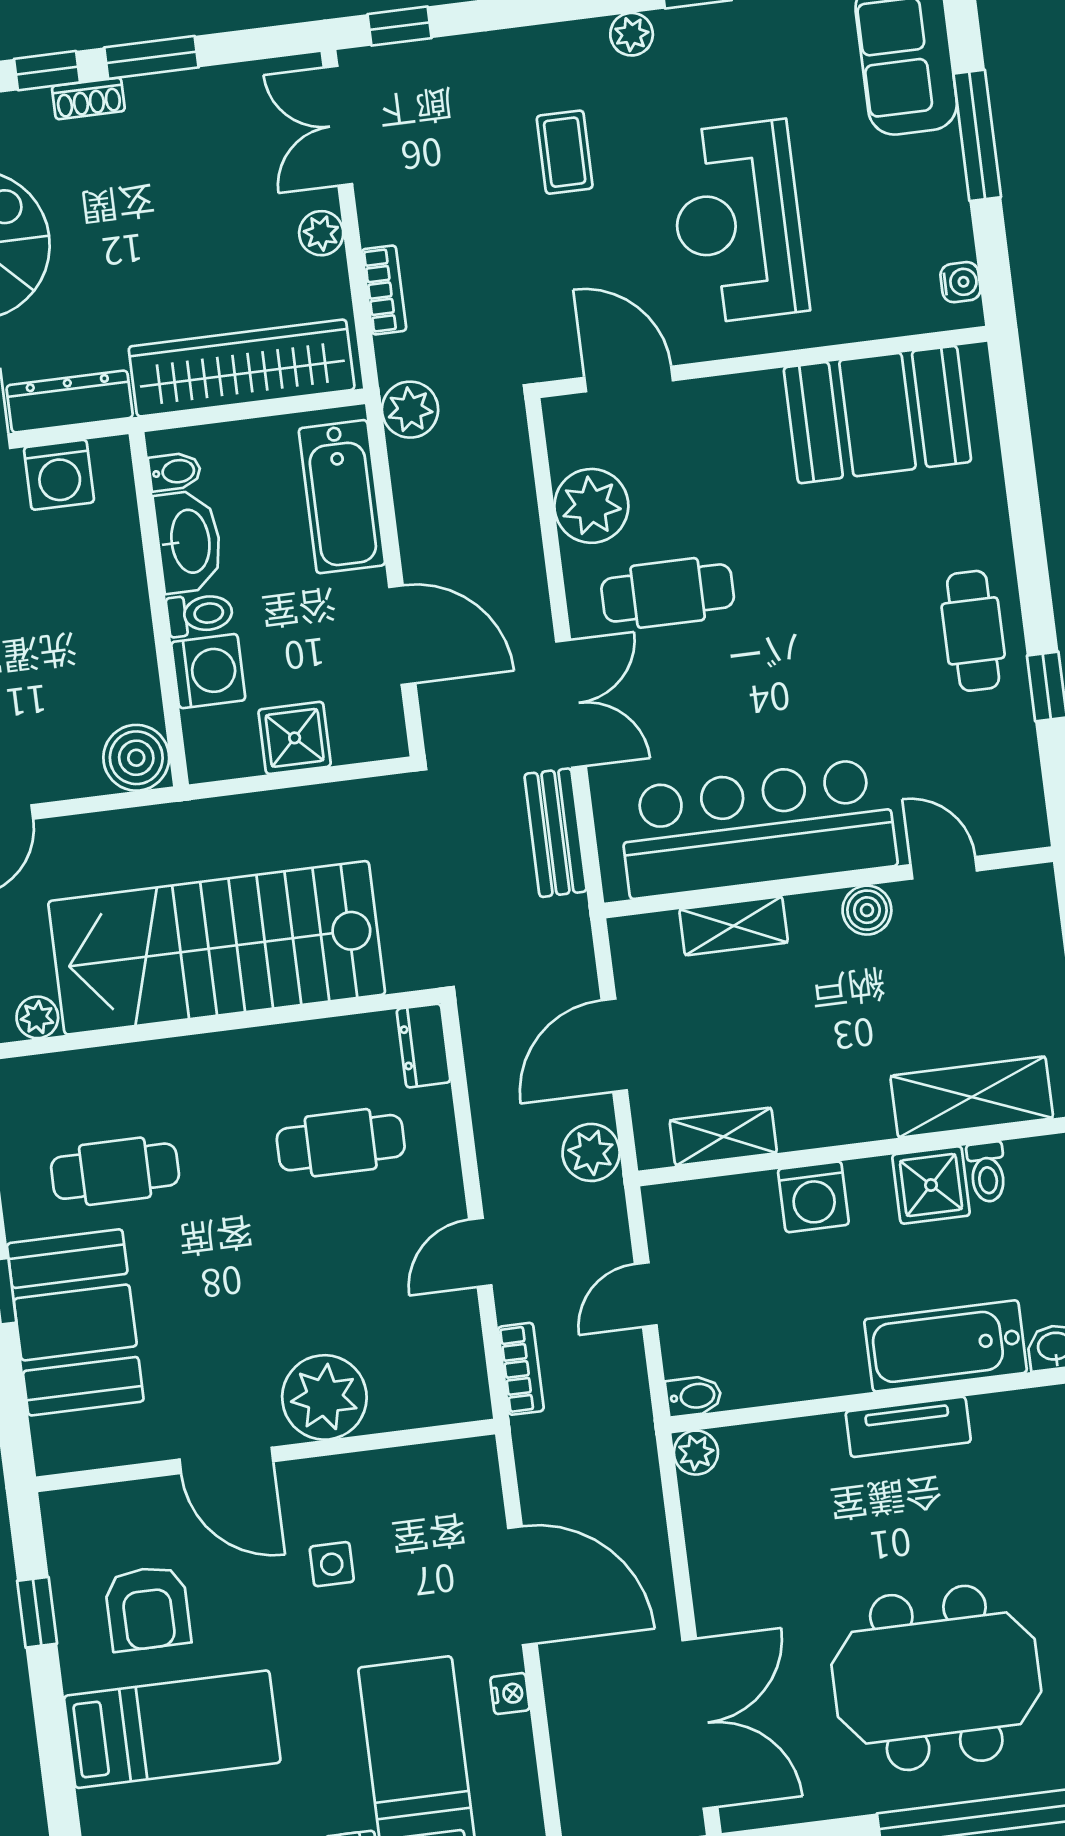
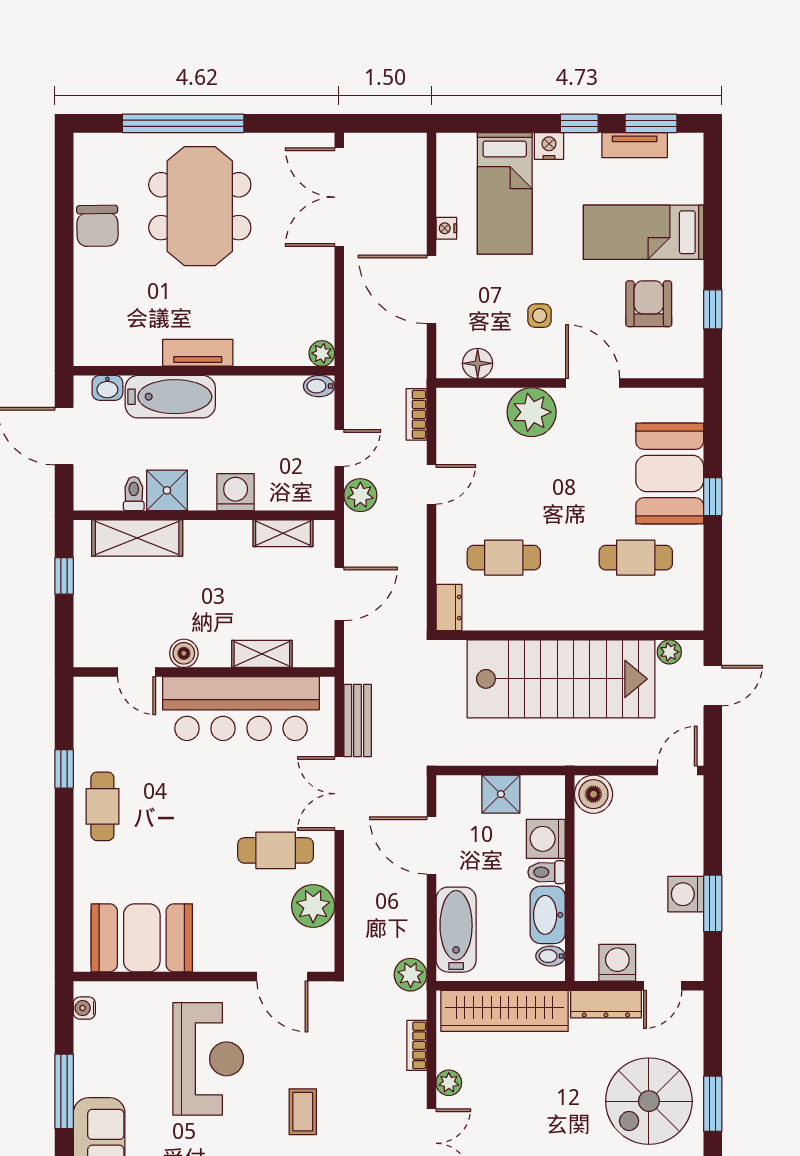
plant: (591, 1152) -> (360, 495), moved
floor lamp: (427, 1469) -> (478, 363), added
meeting table: (936, 1678) -> (200, 206), turned 90

